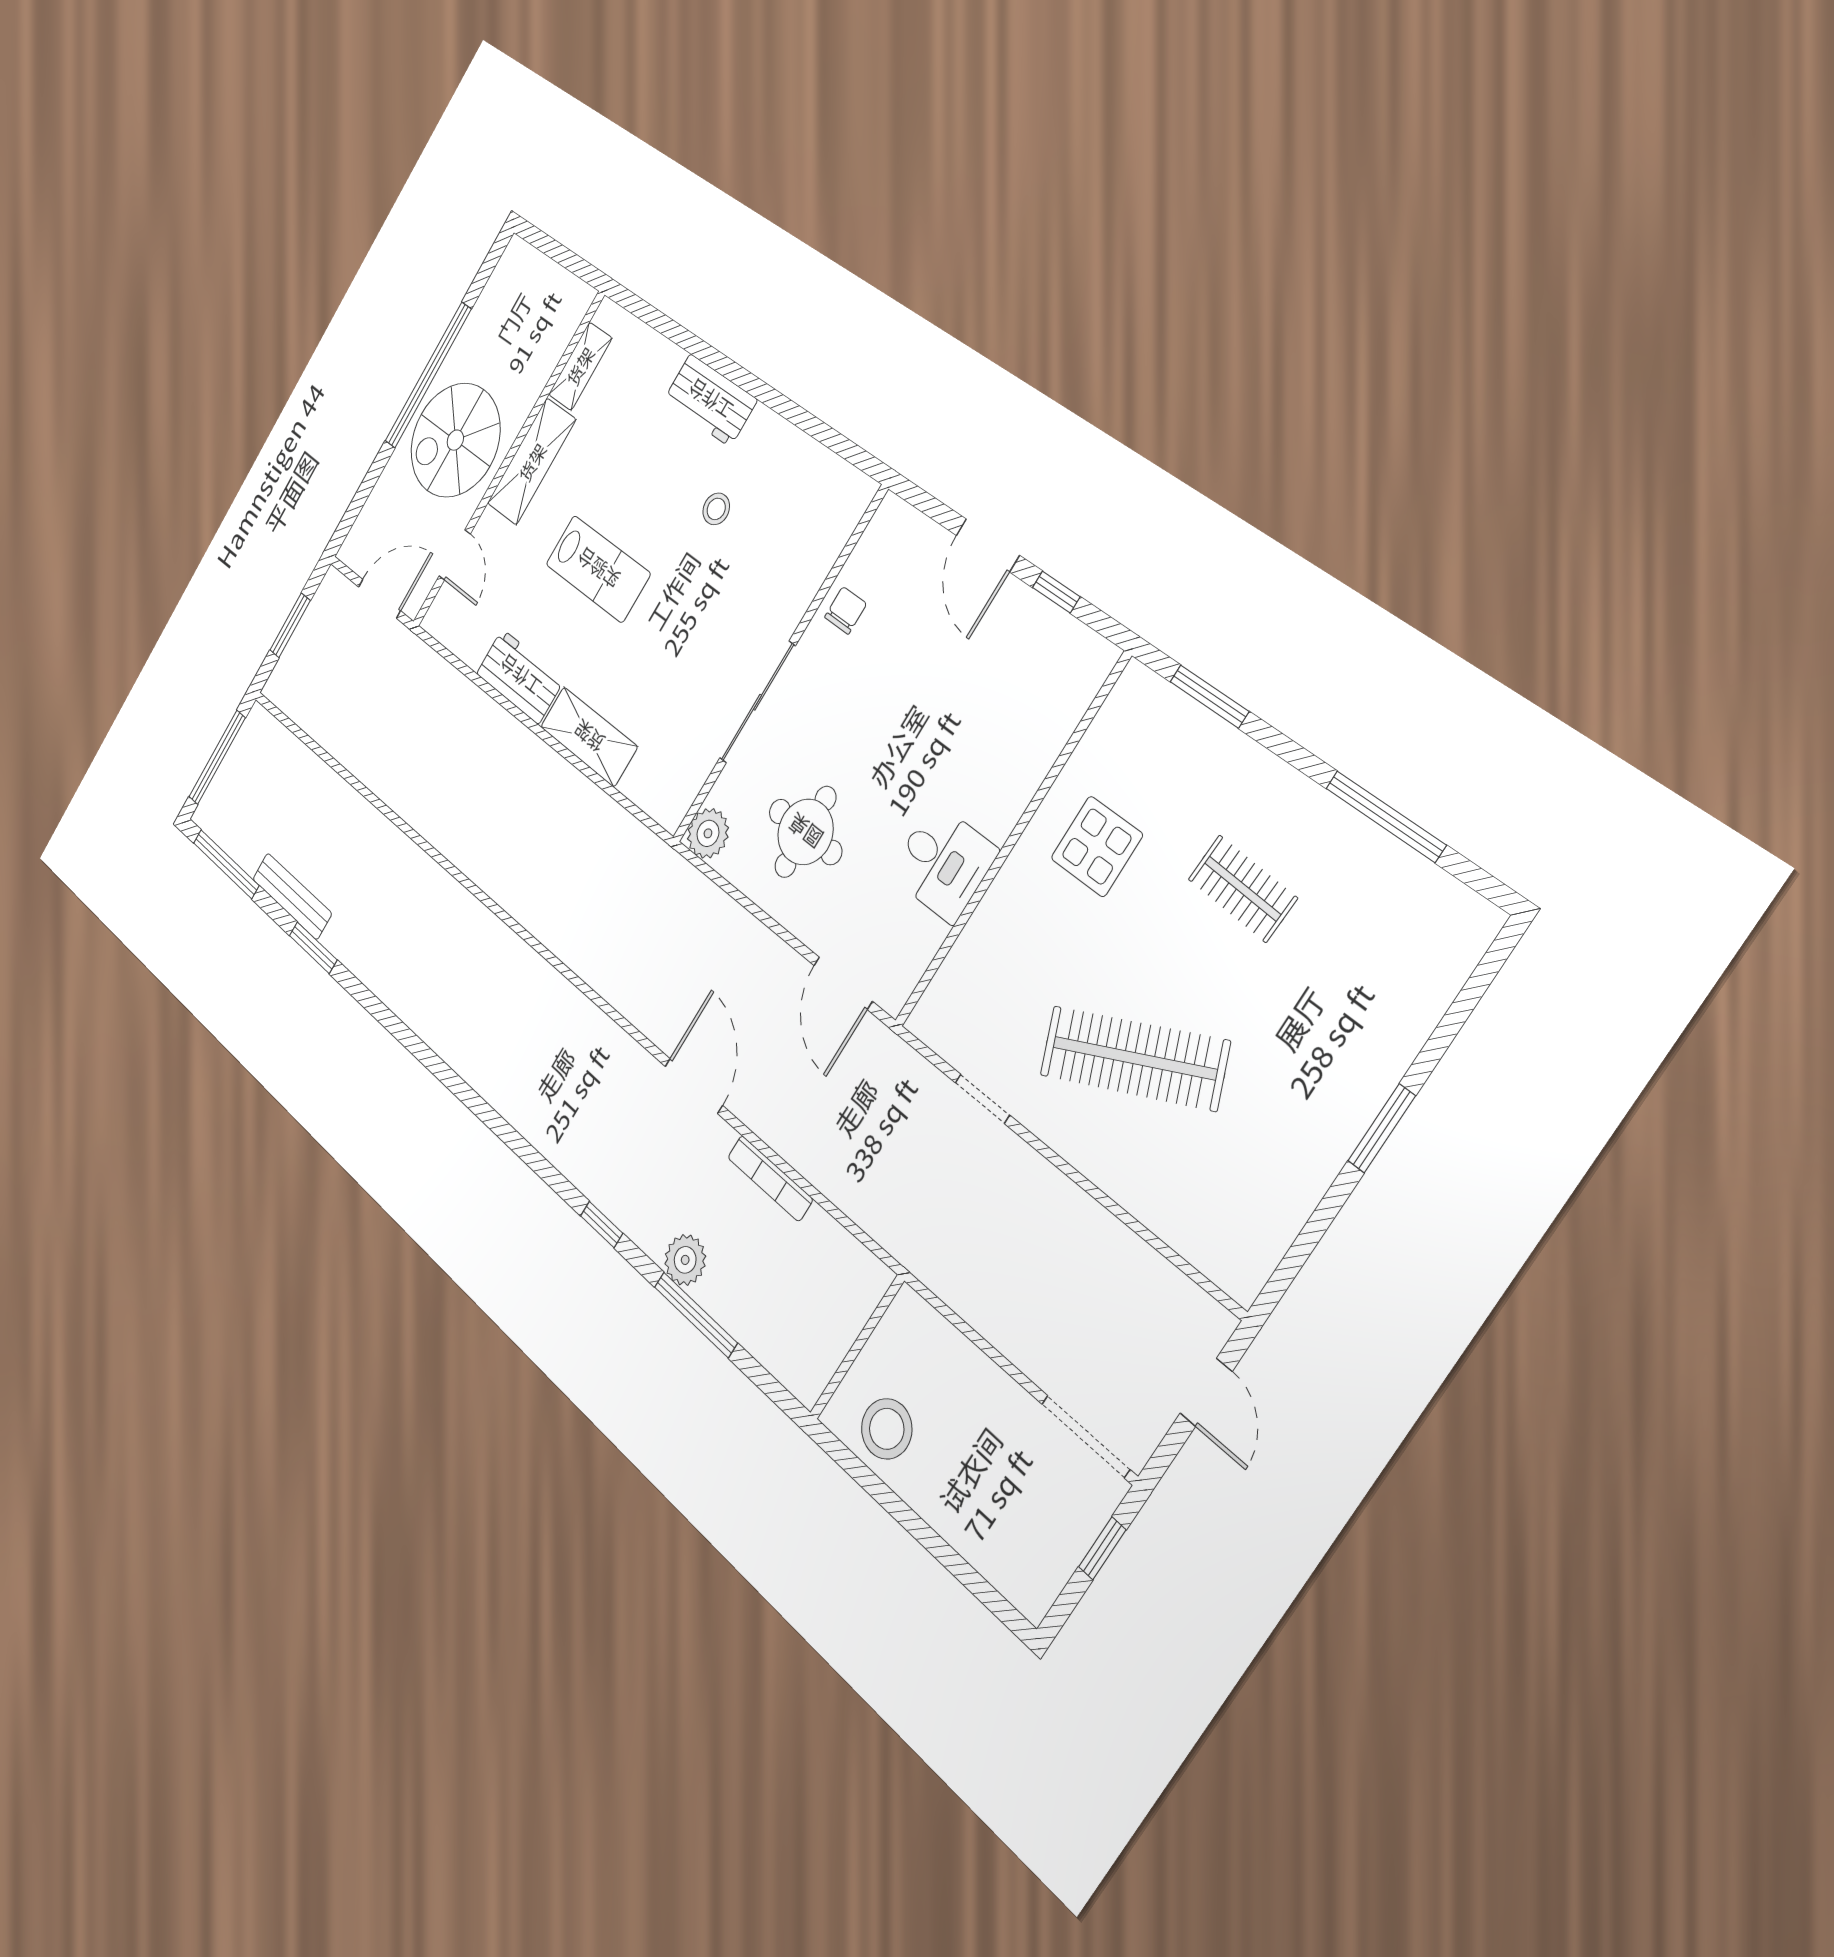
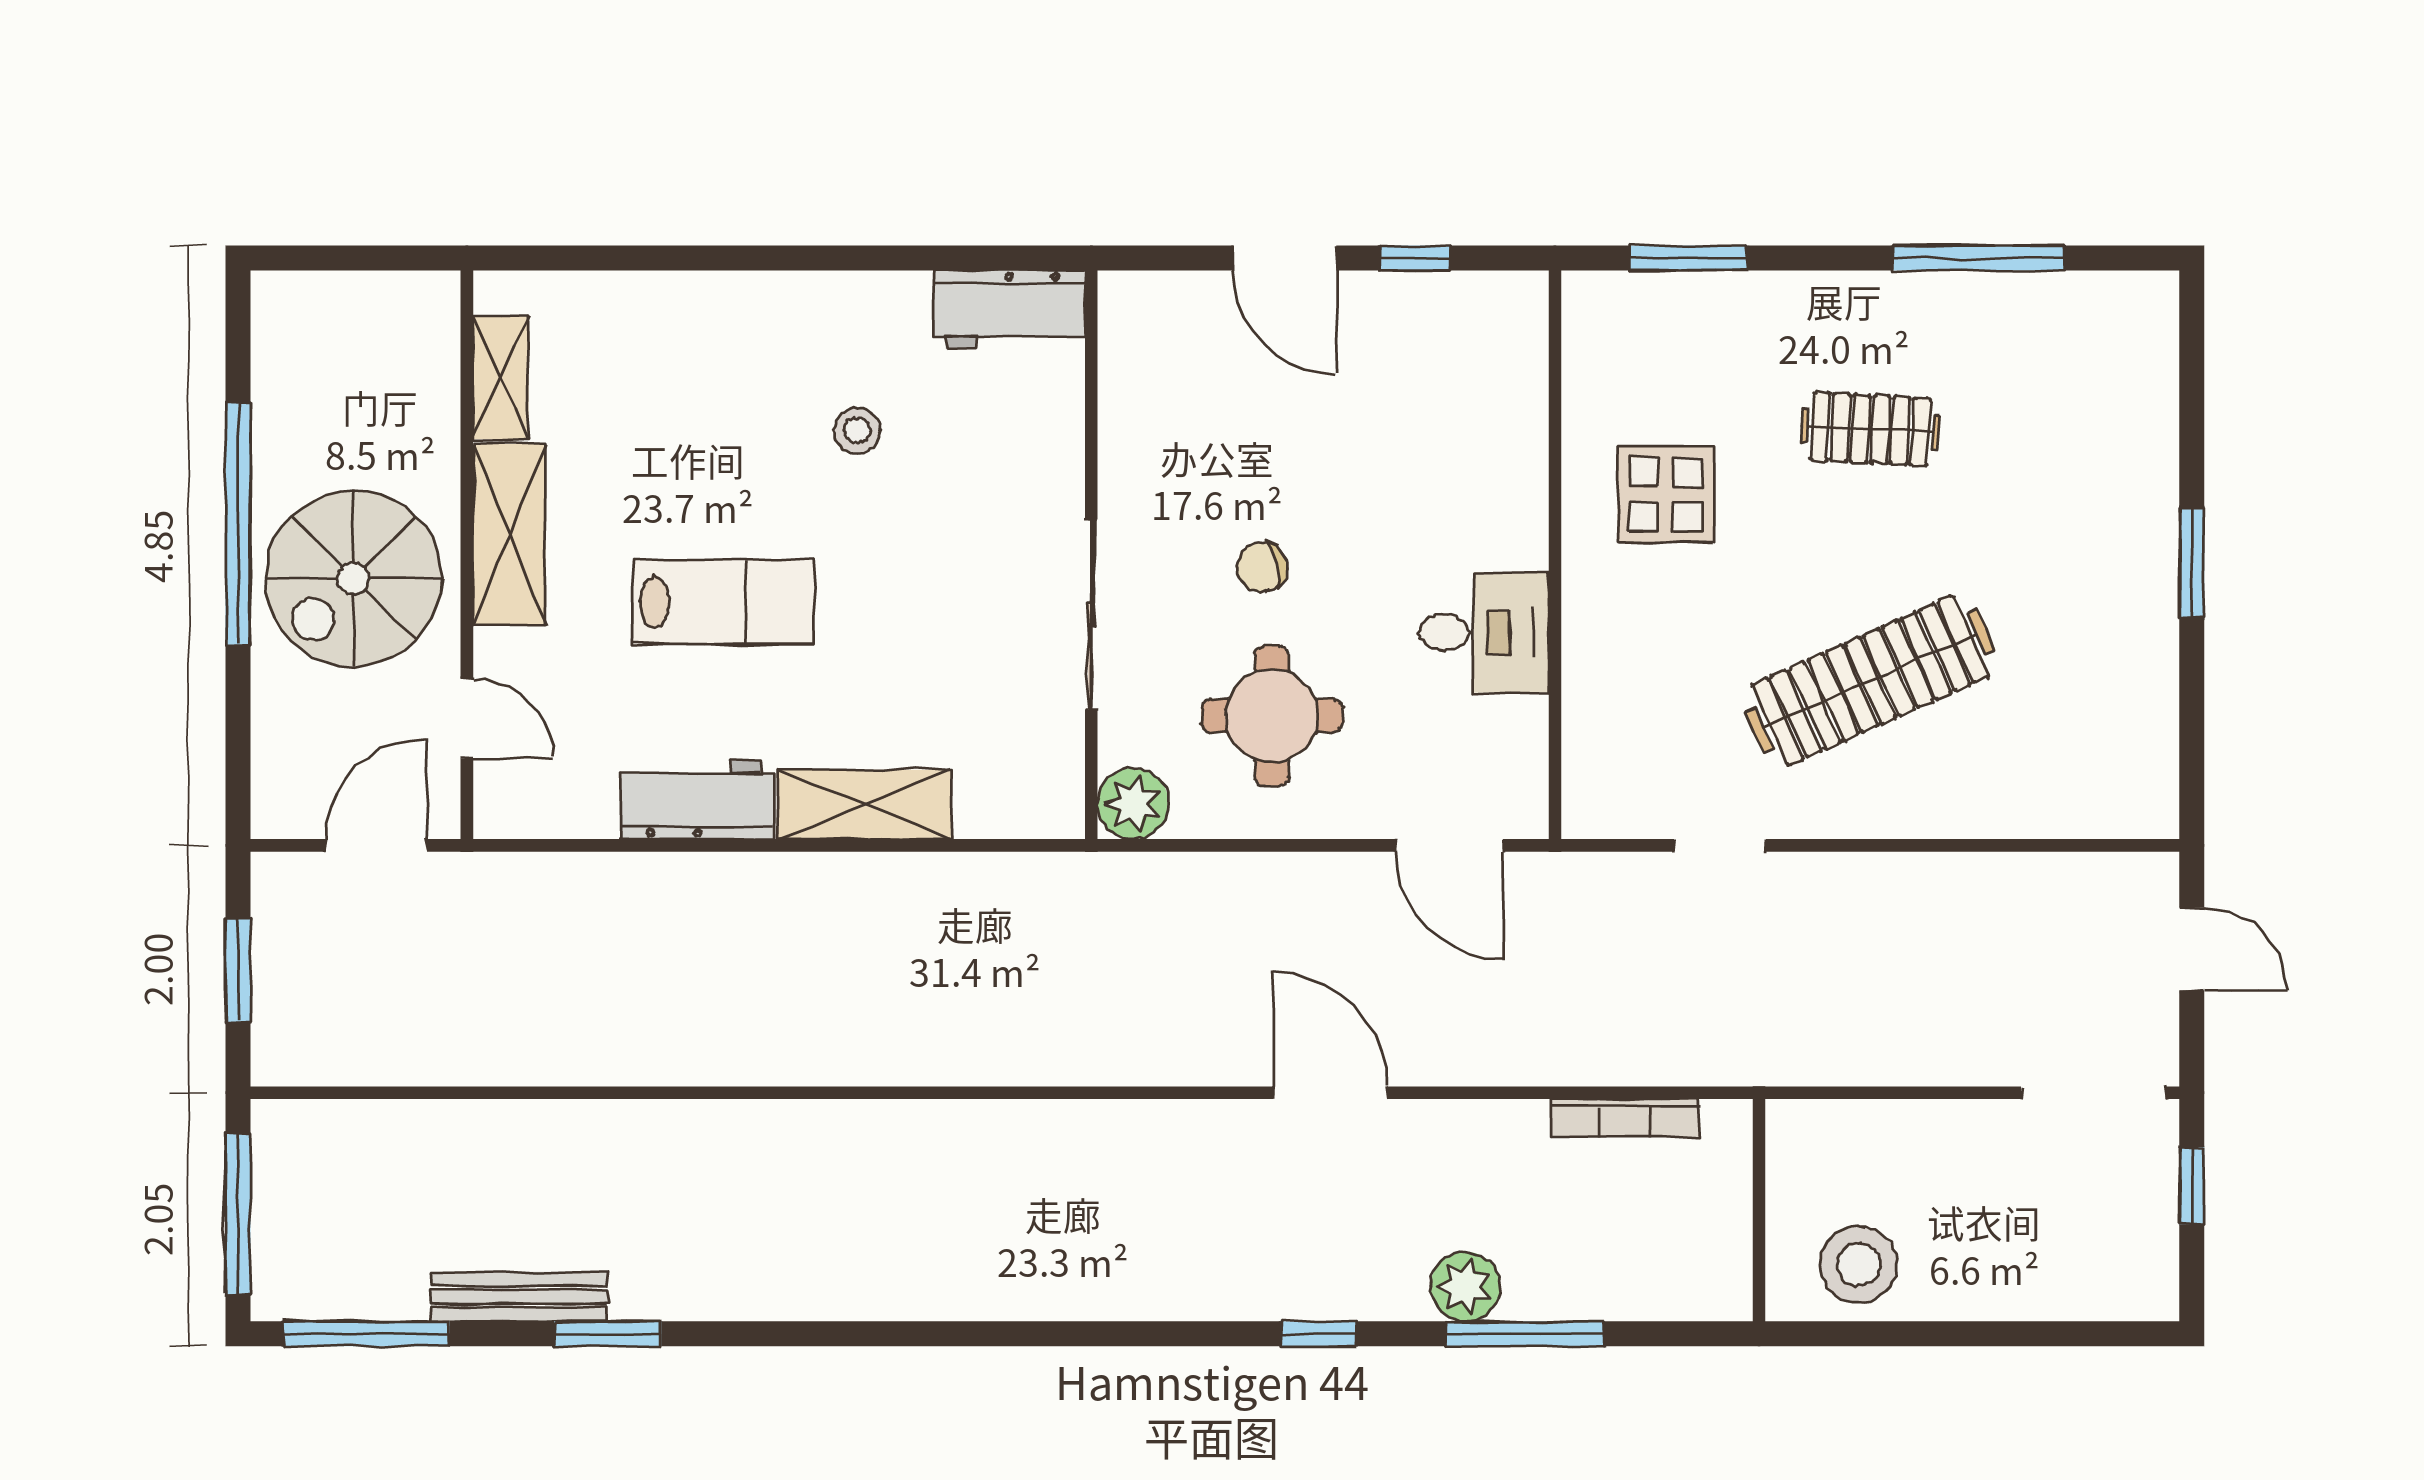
workbench: (710, 400) -> (1009, 310), moved
chair: (846, 610) -> (1262, 567), moved, turned -105
bookcase: (770, 1178) -> (1625, 1118), moved

